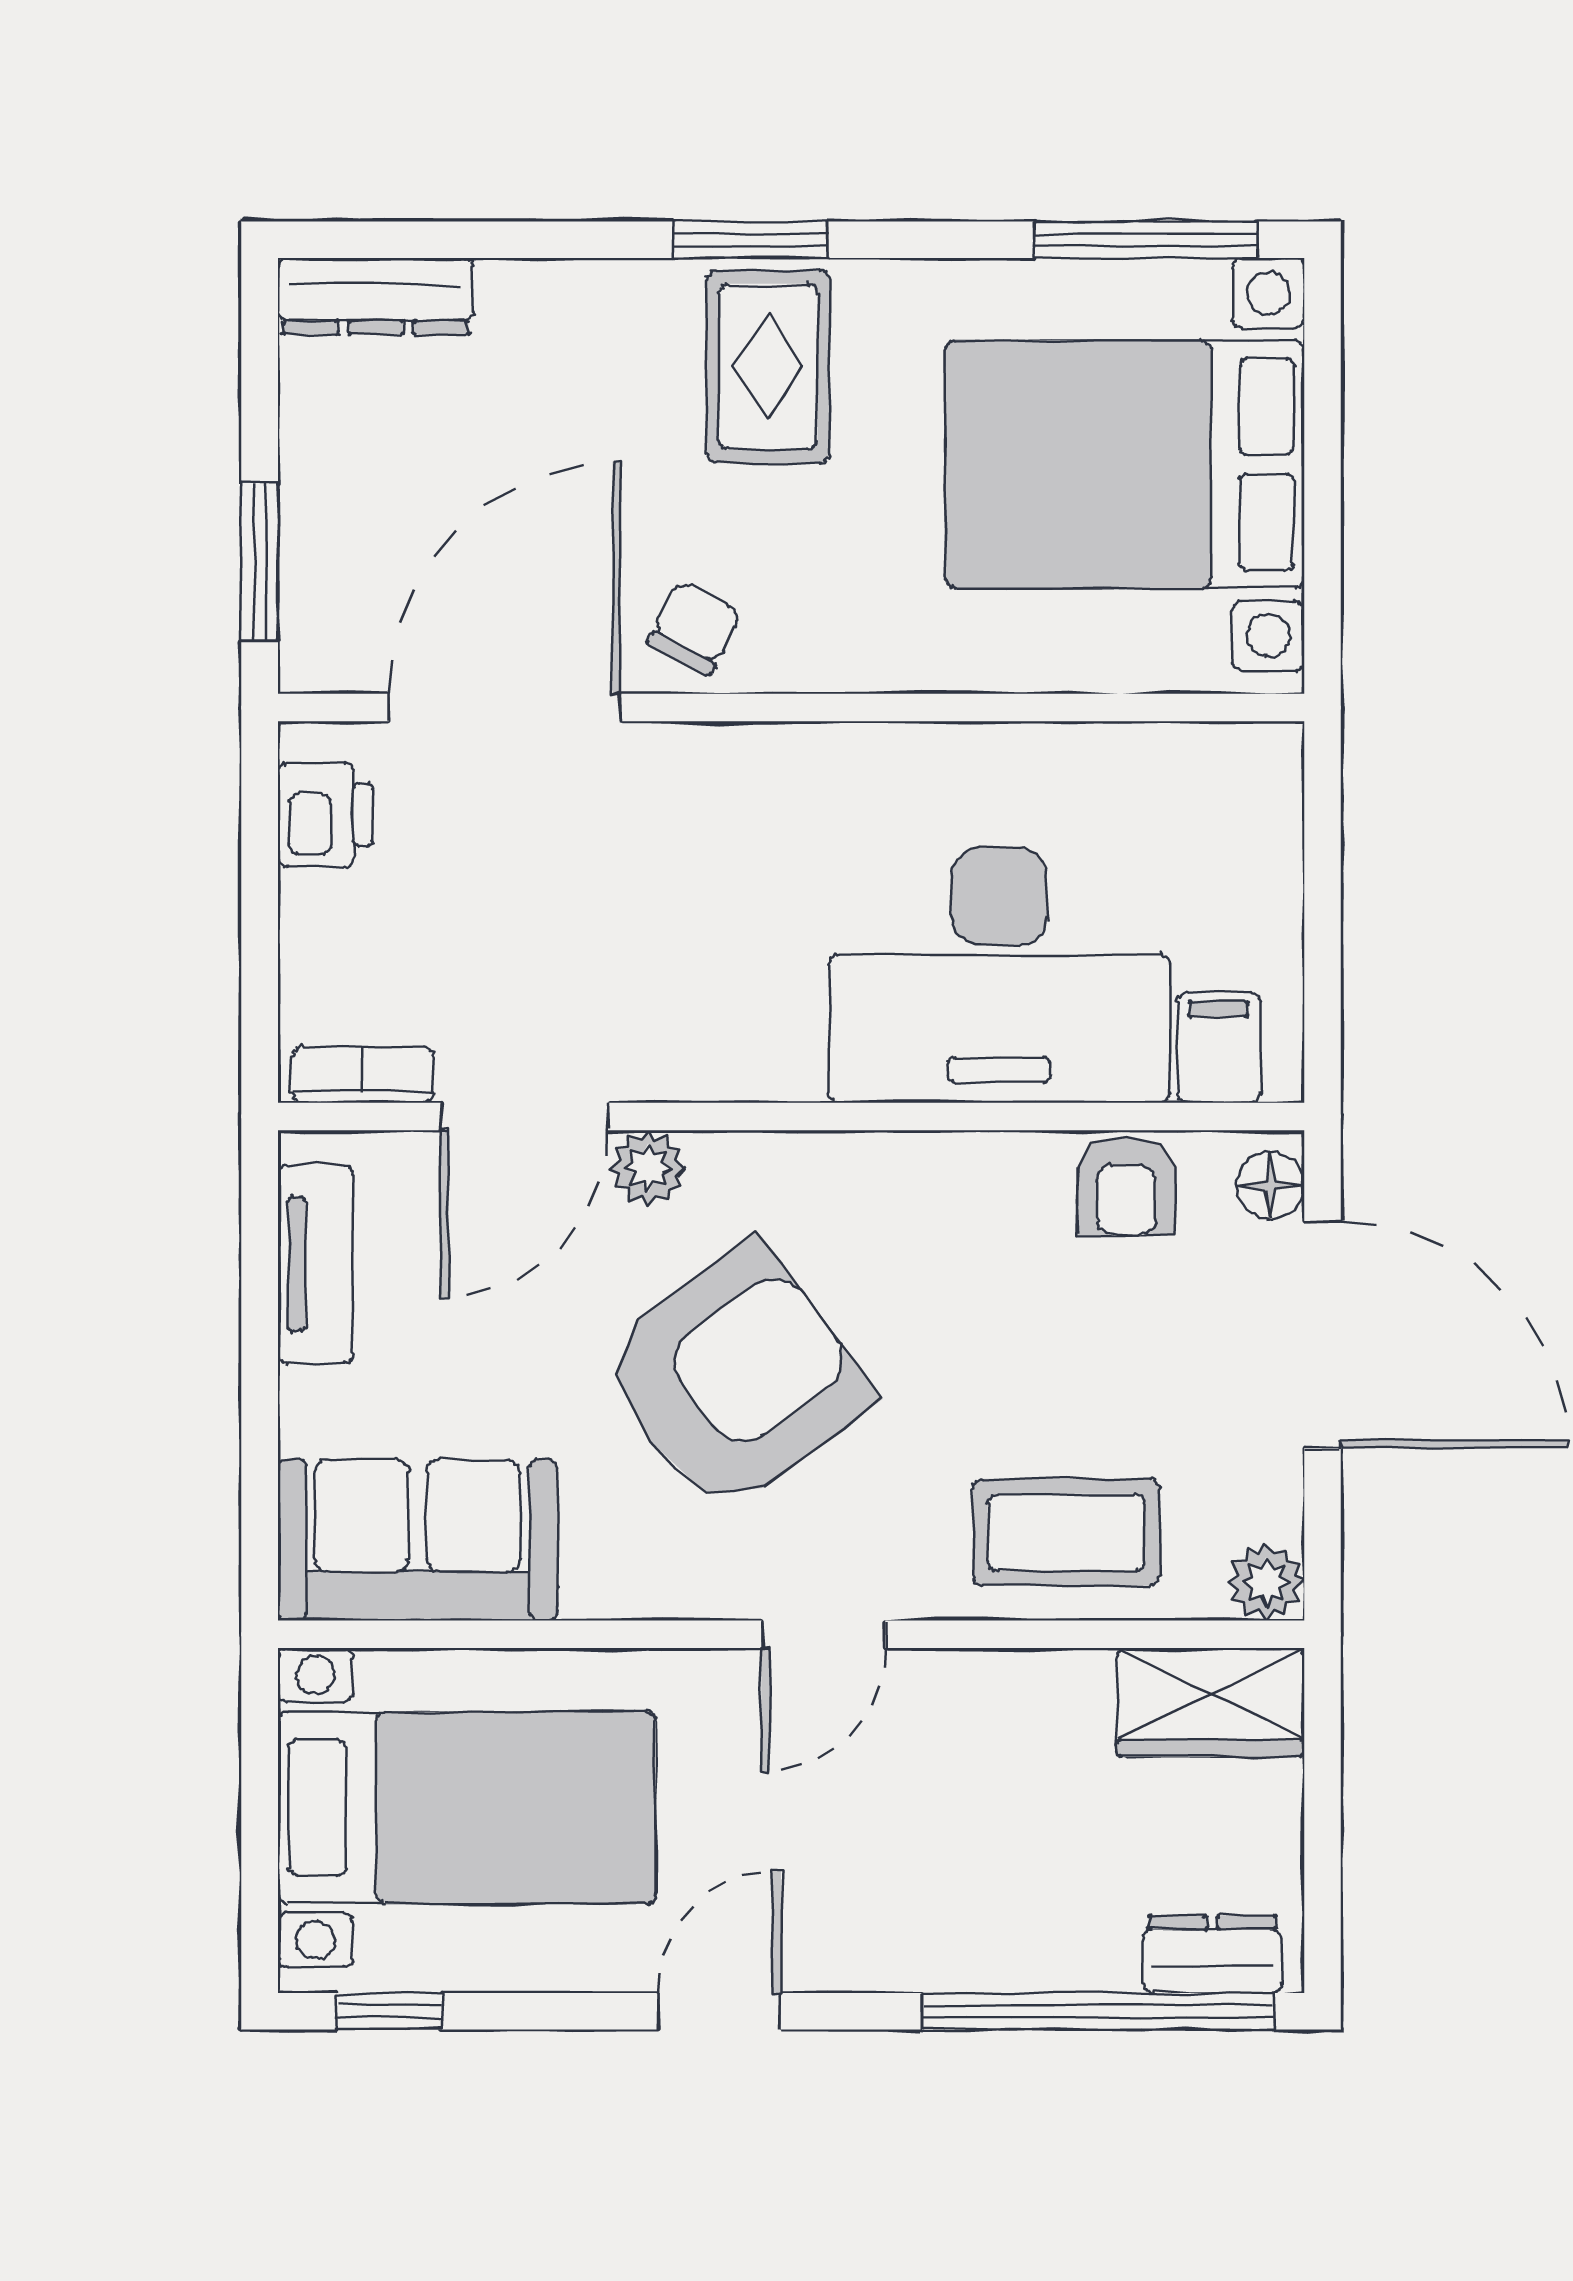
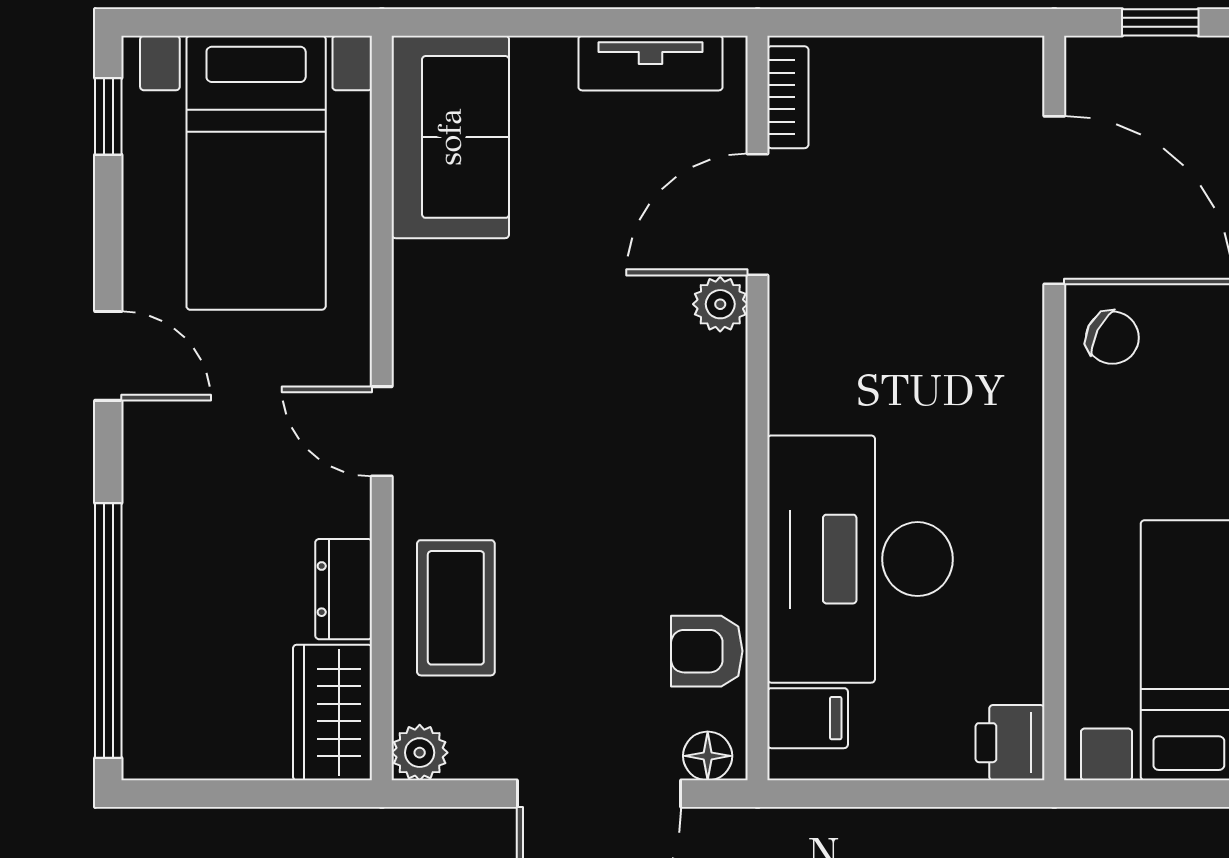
window: (260, 561) -> (1160, 22), width x0.67
printer: (325, 815) -> (1010, 743), moved, turned 90
door: (524, 1116) -> (758, 215), hinge flipped
armchair: (735, 1378) -> (568, 367), removed
dresser: (1212, 1954) -> (344, 589), moved, turned 180

